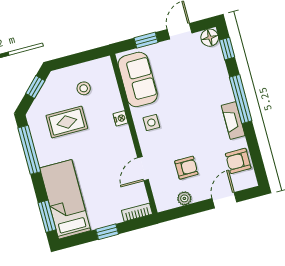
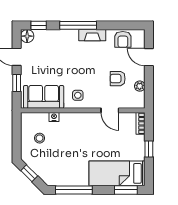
nightstand: (121, 118) -> (54, 117), moved
rug: (67, 122) -> (61, 157), removed
armchair: (186, 168) -> (118, 79), turned -90

